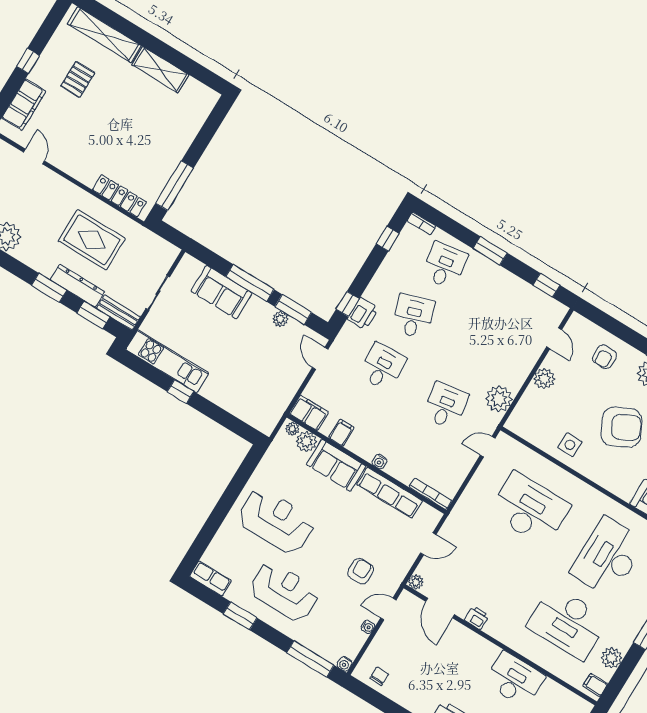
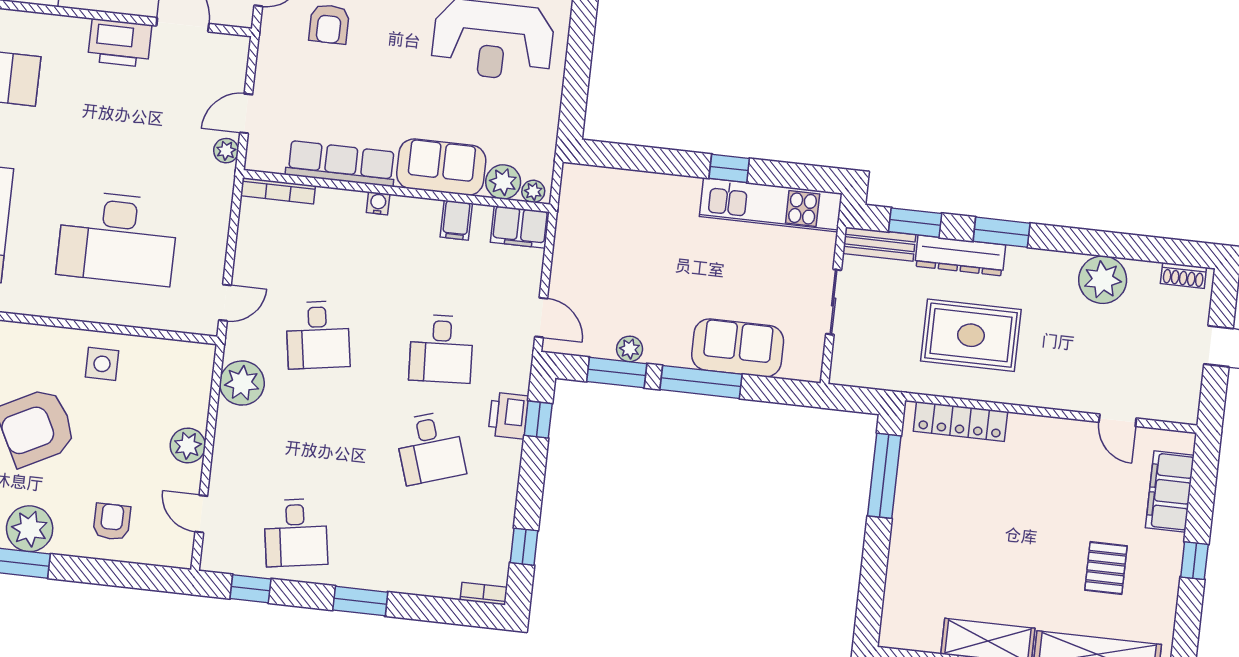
desk: (444, 265) -> (296, 533), moved
plant: (416, 582) -> (226, 151), moved
printer: (477, 618) -> (120, 43), width x1.87, depth x1.48

